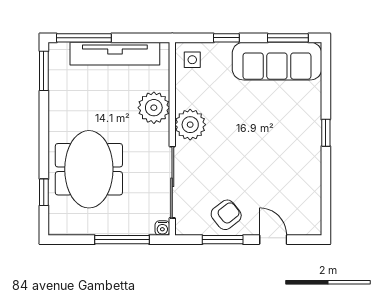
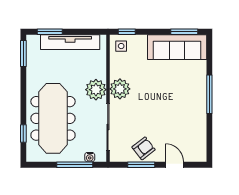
window: (84, 38) -> (50, 32), width x0.69
window: (226, 38) -> (127, 32), moved
plant: (154, 108) -> (96, 90), moved
window: (326, 133) -> (209, 94), width x2.17
meeting table: (89, 169) -> (53, 118), width x1.36
water cooler: (162, 228) -> (90, 157), moved

